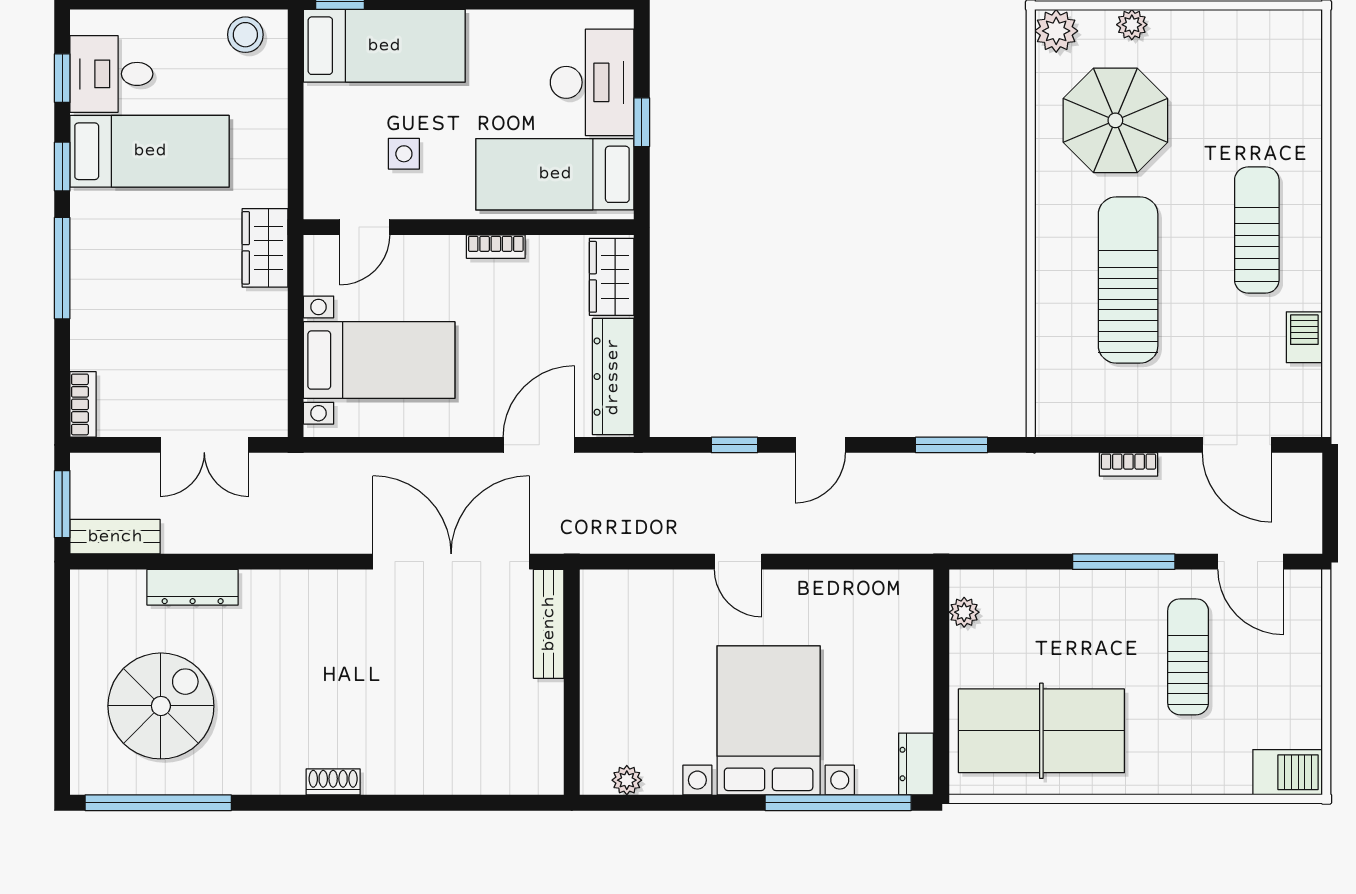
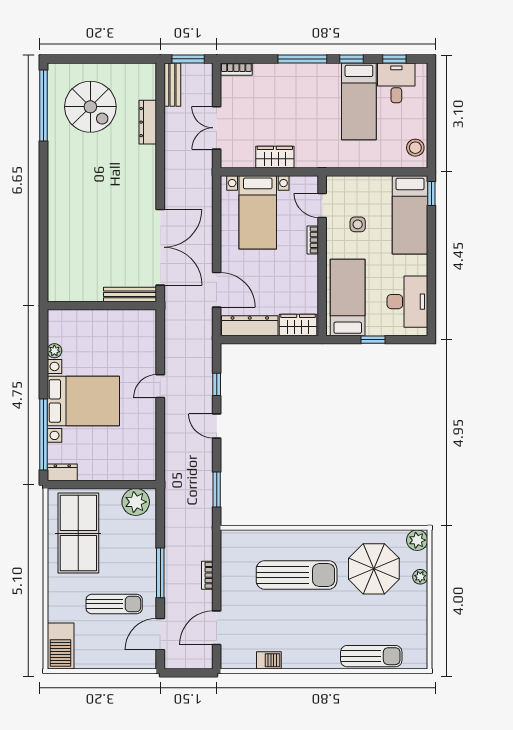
desk: (592, 82) -> (407, 302), moved, turned -90
sun lounger: (1257, 230) -> (371, 656), moved
bookcase: (496, 247) -> (313, 240), moved
wardrobe: (265, 248) -> (275, 157), moved
plant: (964, 612) -> (136, 502), width x1.88, depth x1.88
barbecue: (1288, 772) -> (61, 646), width x1.37, depth x1.21
plant: (627, 780) -> (54, 351), moved
shoe rack: (333, 782) -> (54, 190), removed

